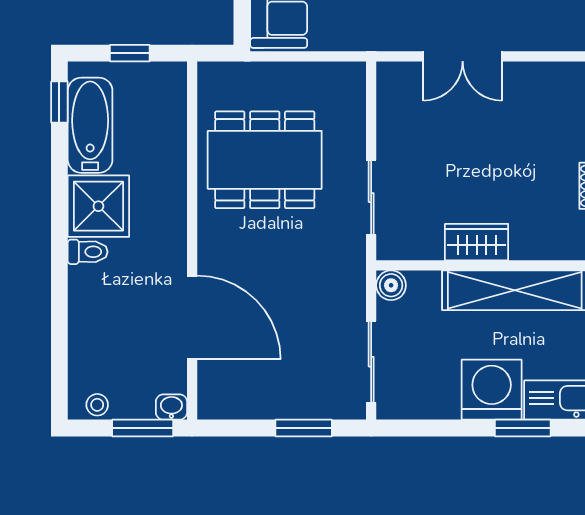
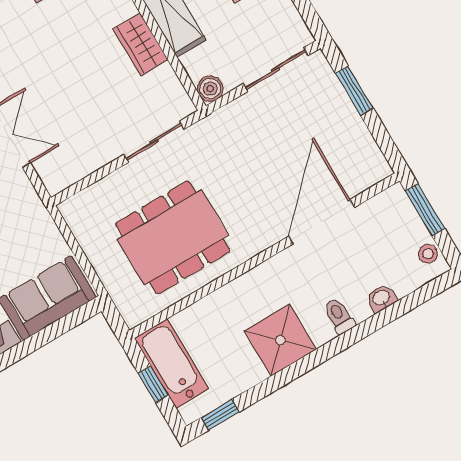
bathtub: (90, 125) -> (172, 363), moved, turned 90
dining table: (265, 160) -> (173, 237), turned 90
toilet: (88, 252) -> (339, 316), moved
washbasin: (171, 407) -> (381, 298), moved, turned 90

